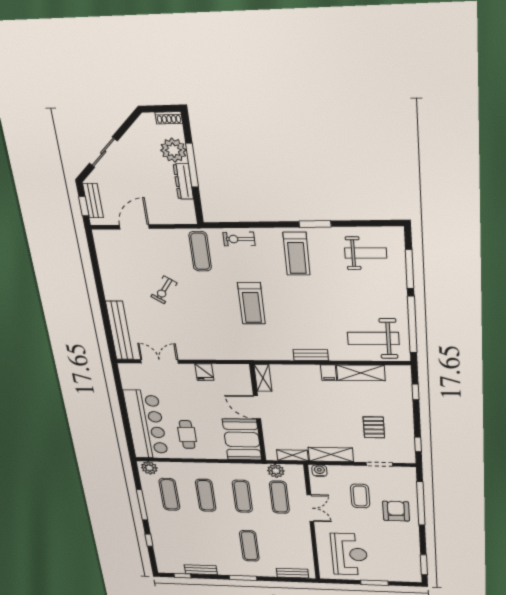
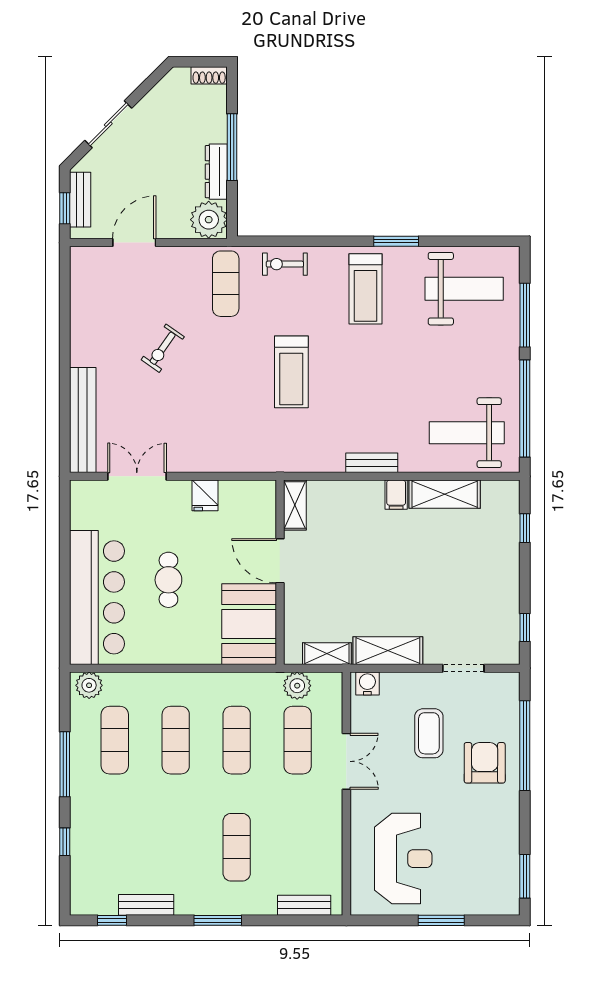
plant: (173, 150) -> (209, 220), moved
weight bench: (366, 253) -> (464, 289), width x1.36, depth x1.33
pallet: (374, 427) -> (459, 596), removed
cafe table: (187, 434) -> (168, 580), moved

